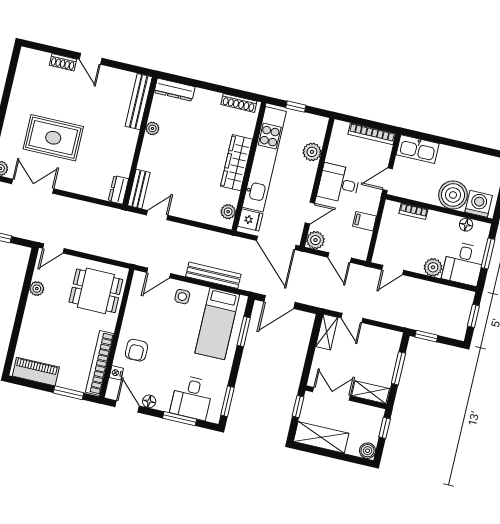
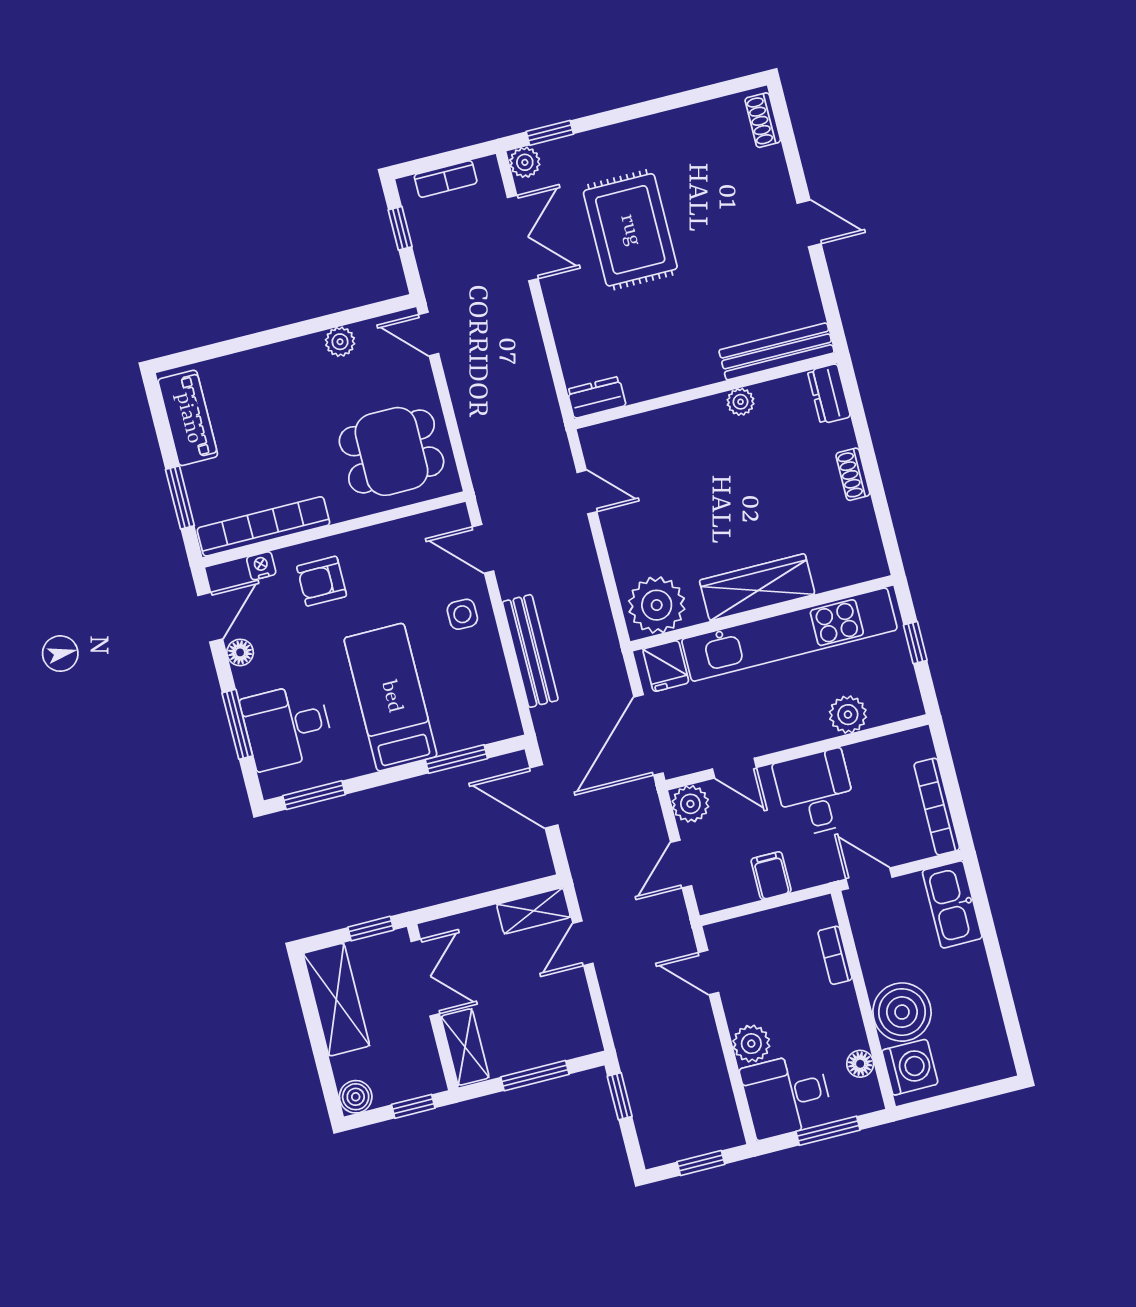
door: (91, 59) -> (809, 223), swing flipped
shoe rack: (63, 62) -> (763, 120), moved
dresser: (175, 90) -> (829, 394), width x0.70
shoe rack: (239, 103) -> (853, 474), moved, width x0.70
bench: (139, 189) -> (617, 434), removed
plant: (228, 212) -> (657, 605), width x1.88, depth x1.88
dining table: (96, 291) -> (391, 451), turned 90
bed: (217, 324) -> (391, 697), moved, turned 90

